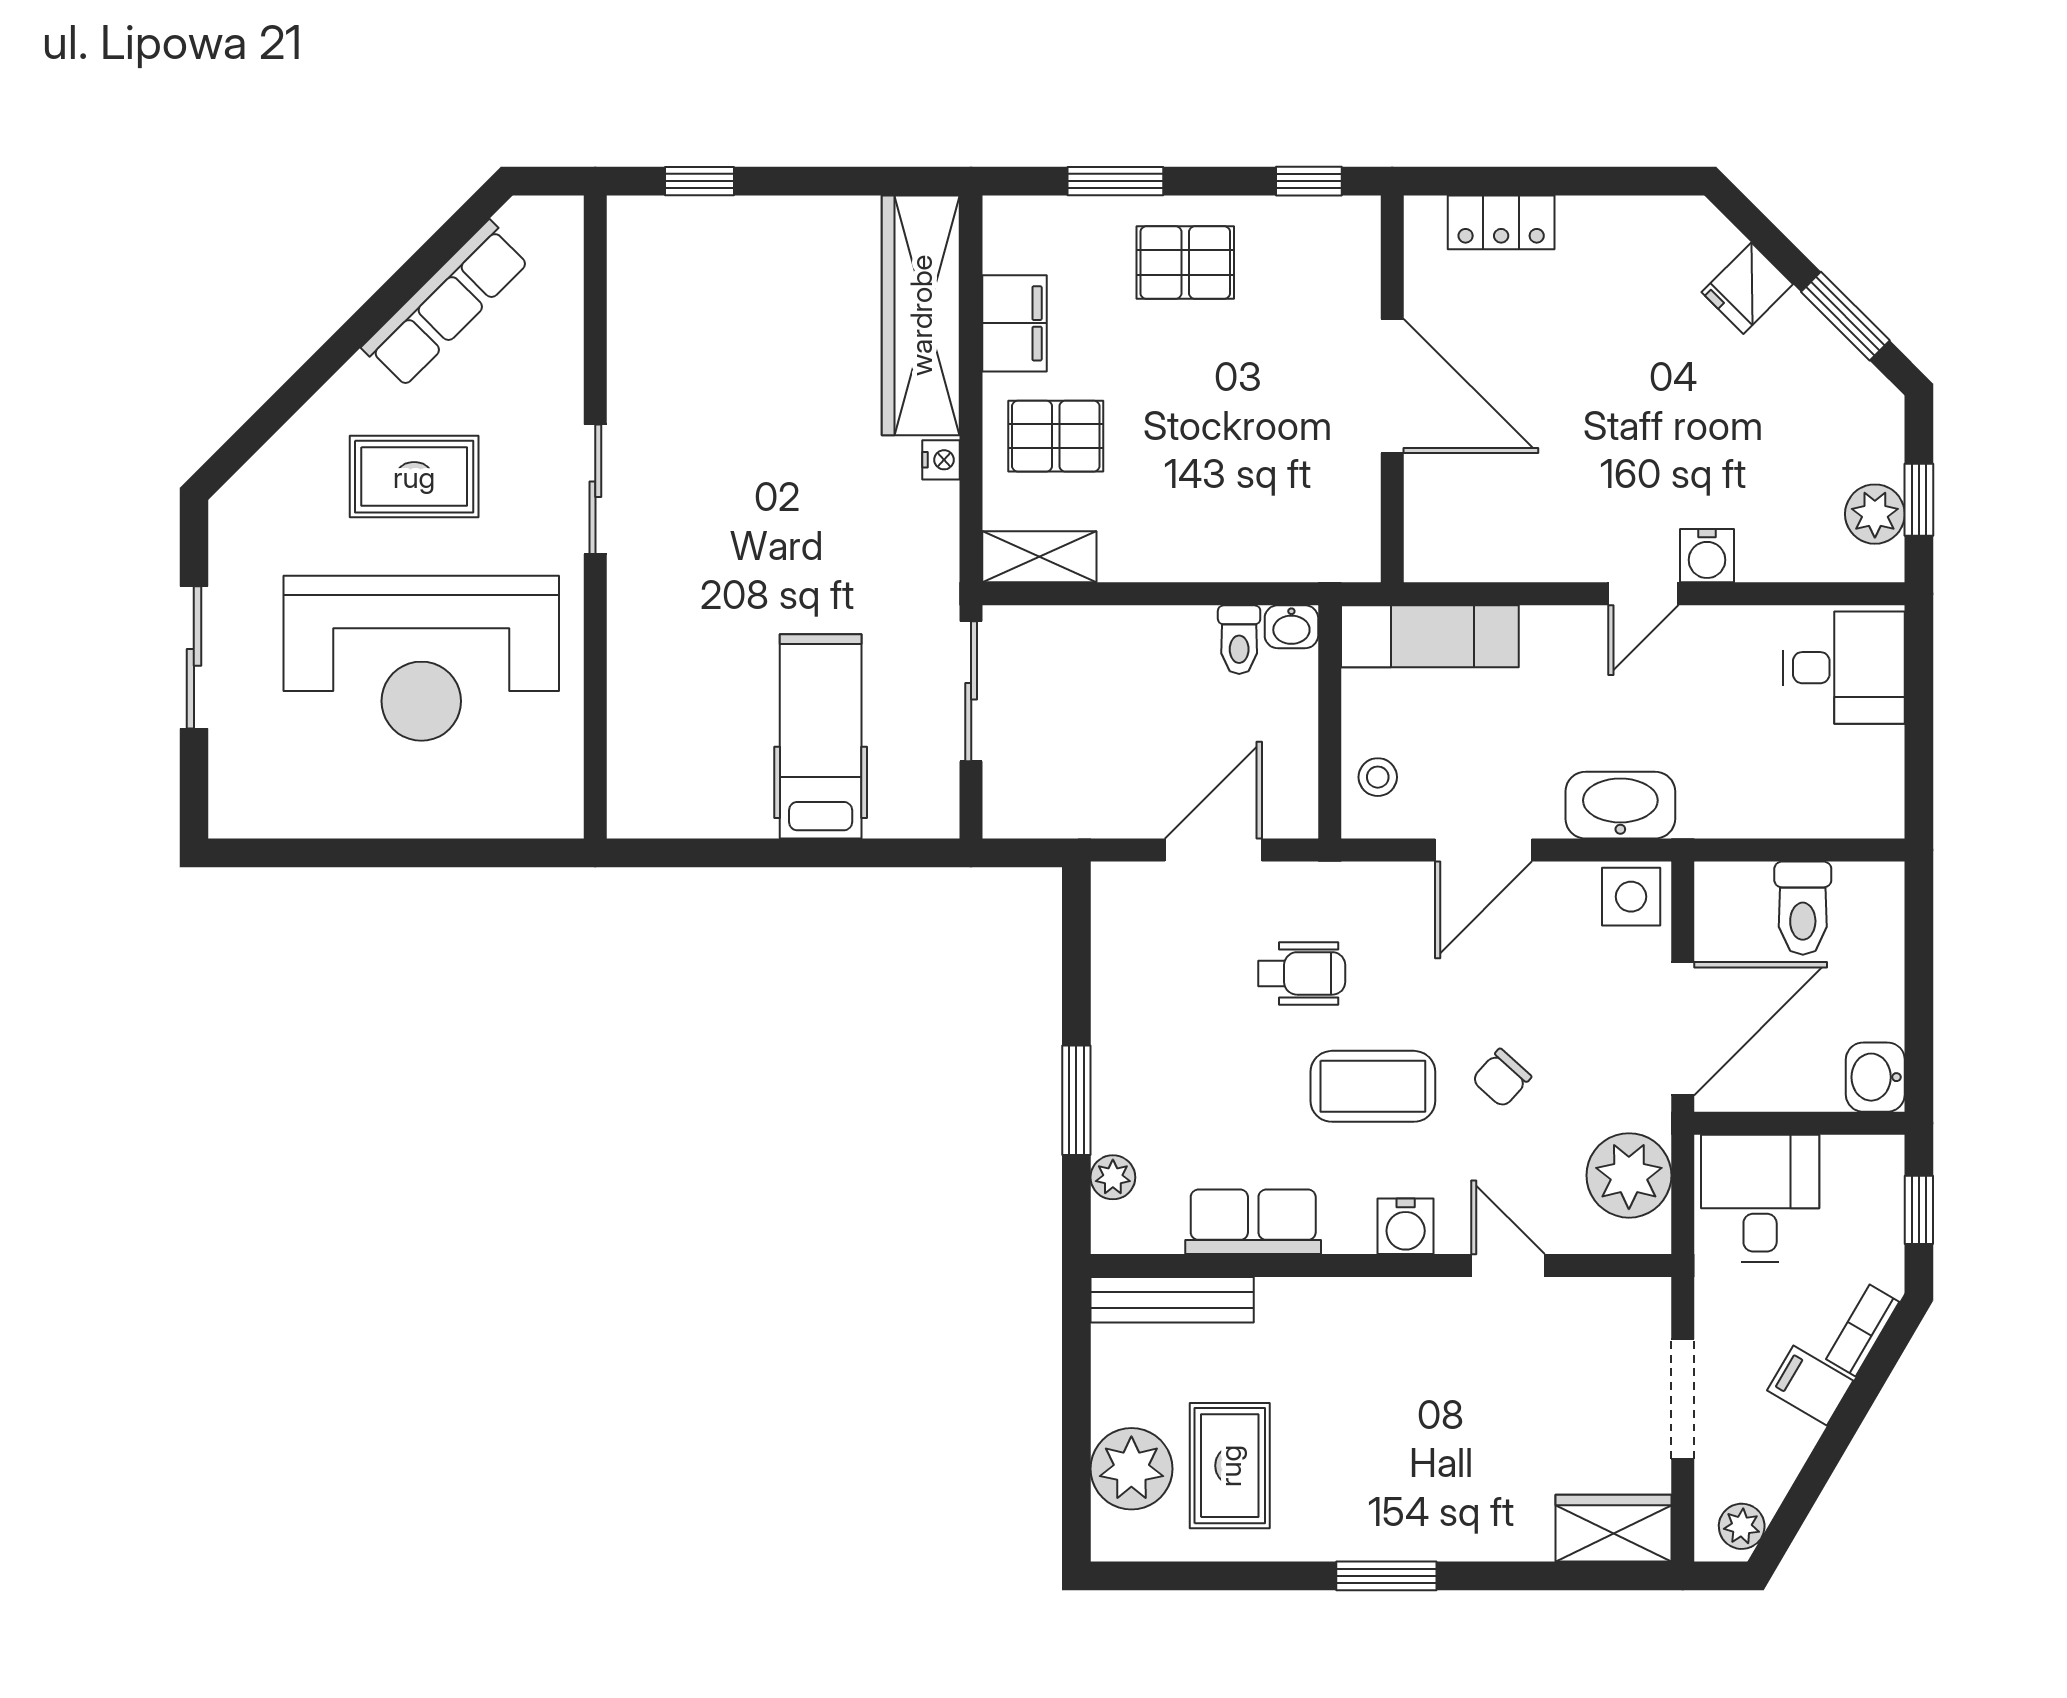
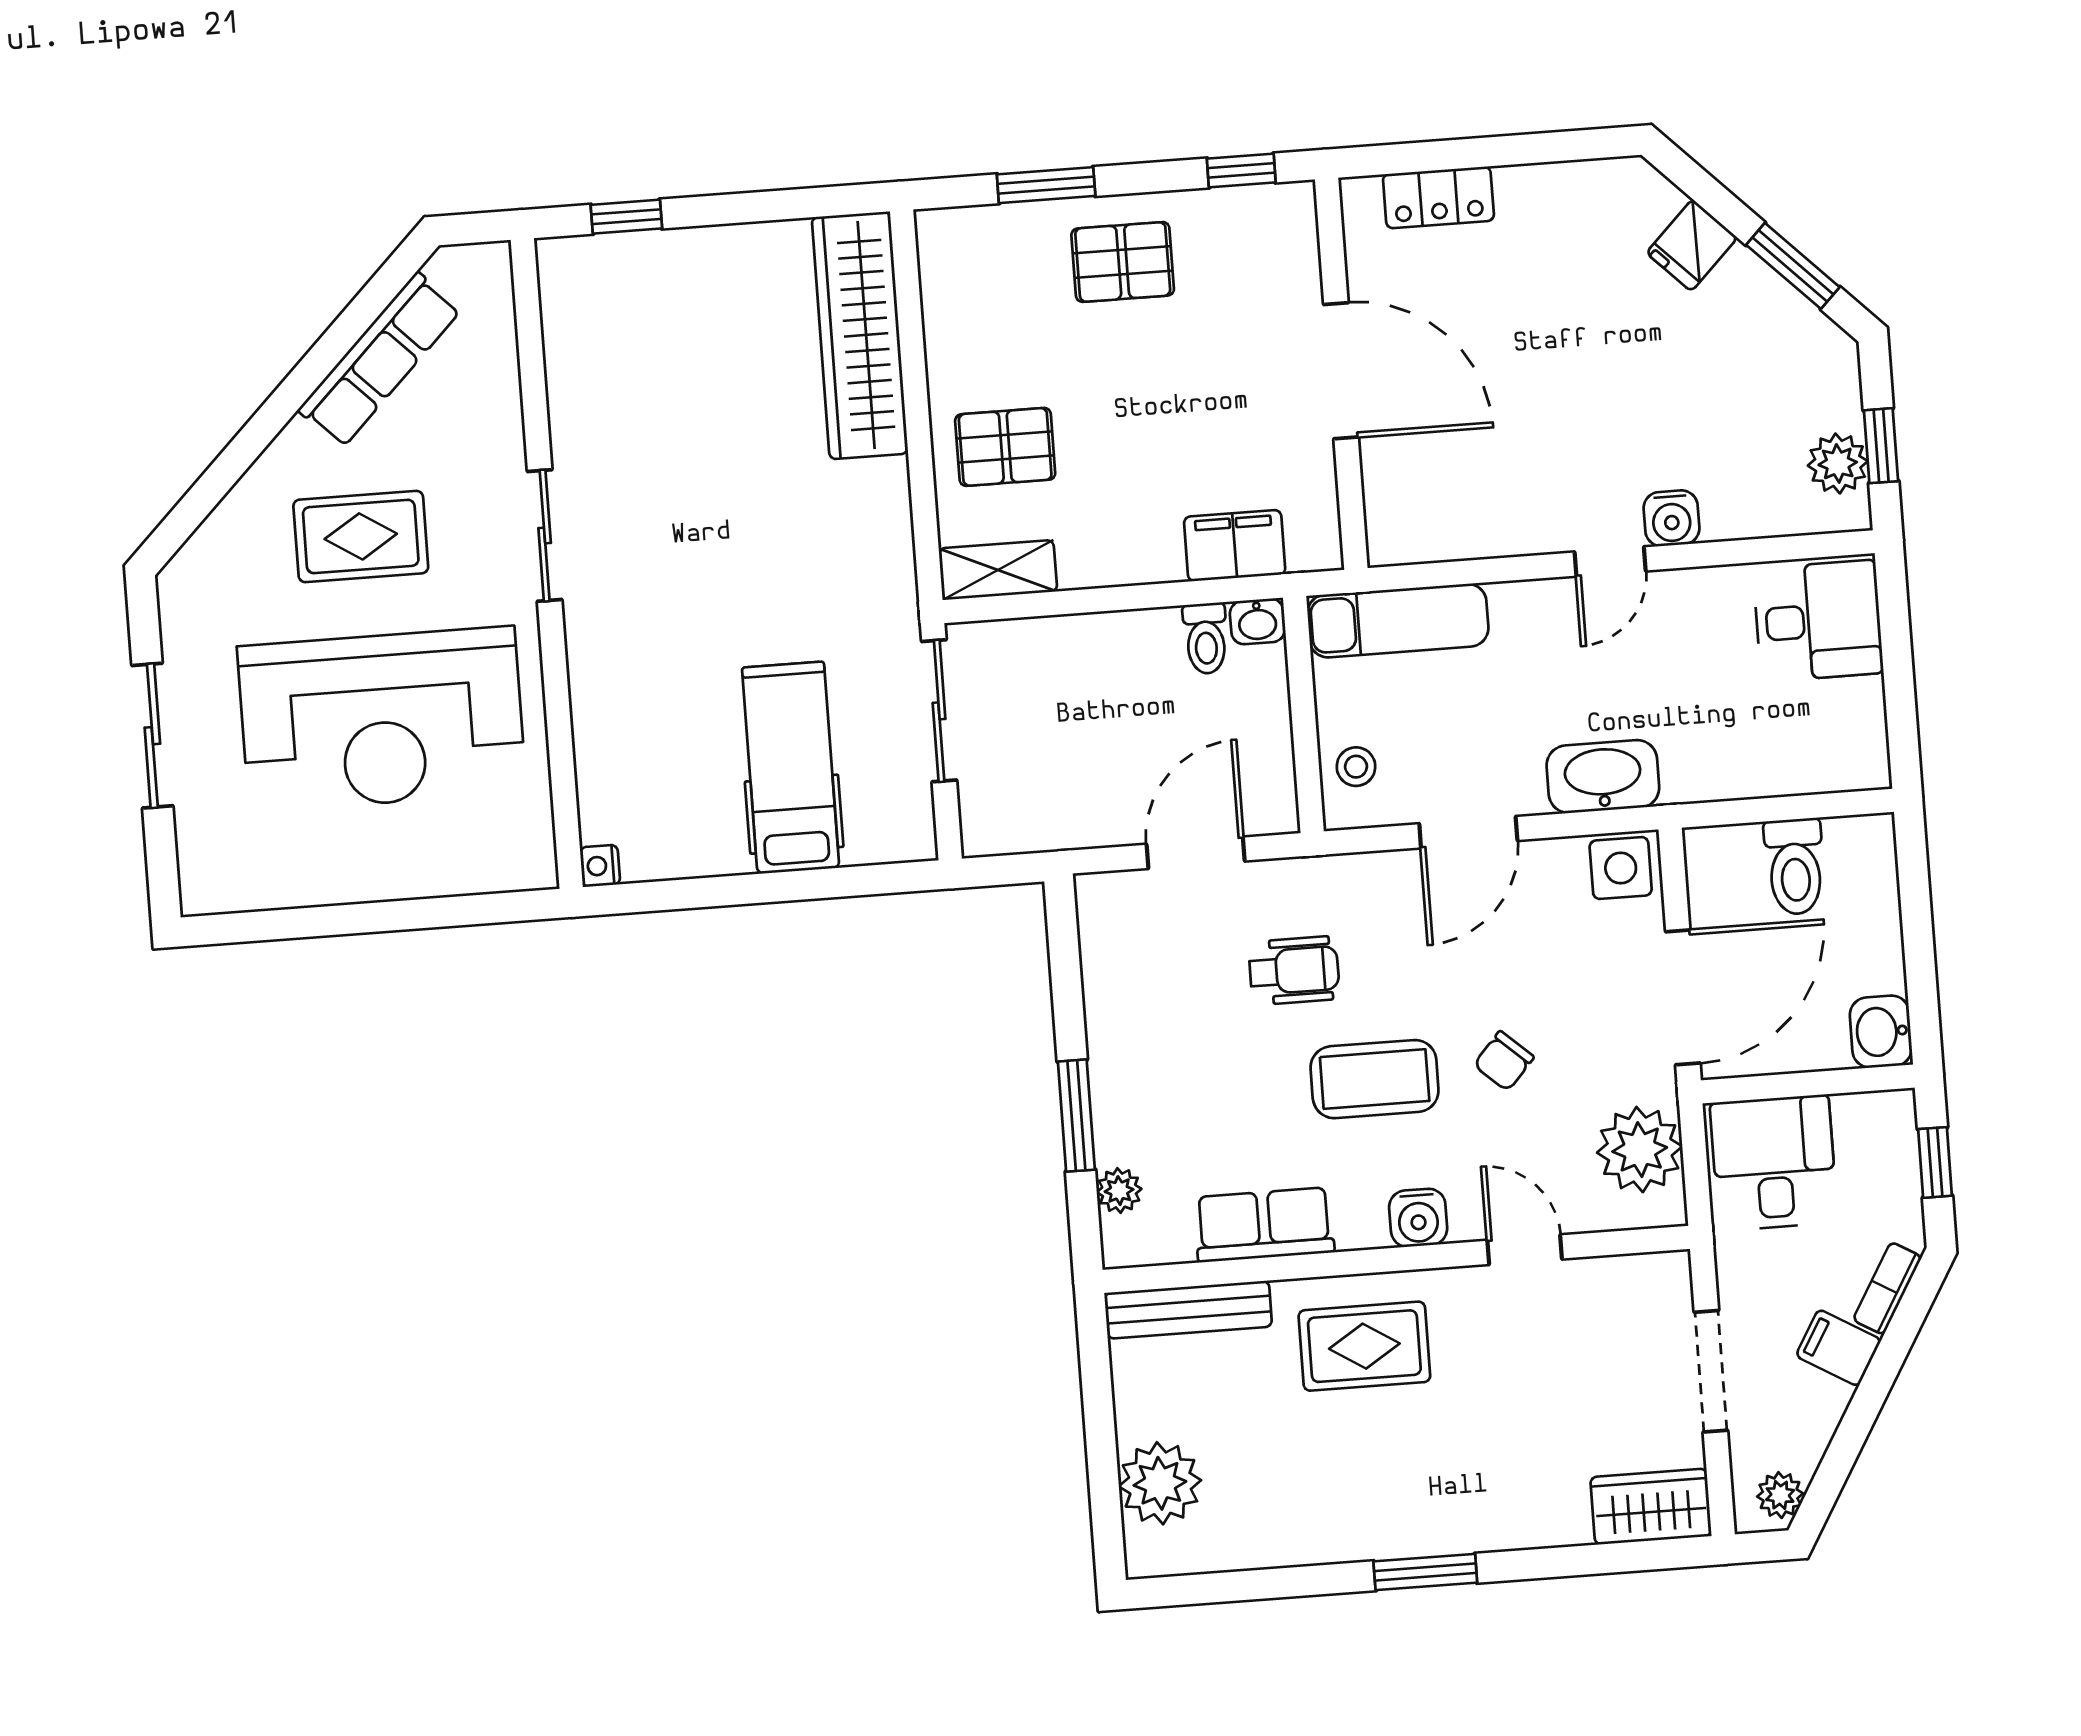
filing cabinet: (1015, 323) -> (1235, 546), moved, turned -90
nightstand: (941, 460) -> (600, 866), moved, turned 180
rug: (1230, 1466) -> (1364, 1346), moved, turned 90

